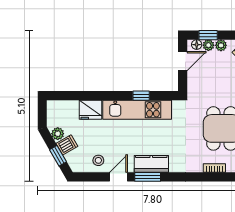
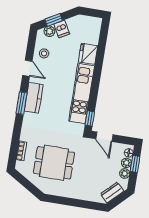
door: (183, 61) -> (104, 137), moved
window: (141, 96) -> (90, 118), moved
plant: (58, 134) -> (49, 31), moved
window: (148, 177) -> (22, 103), moved

